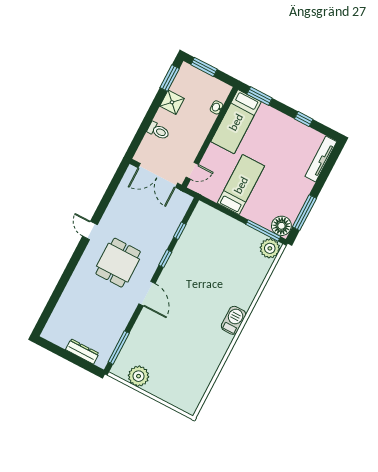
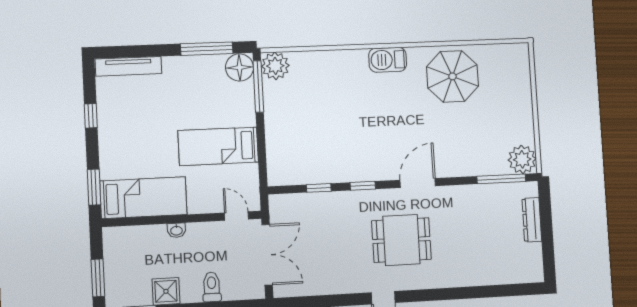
washbasin: (217, 107) -> (176, 230), moved
parasol: (200, 355) -> (453, 76), added
plant: (139, 376) -> (522, 159), moved

